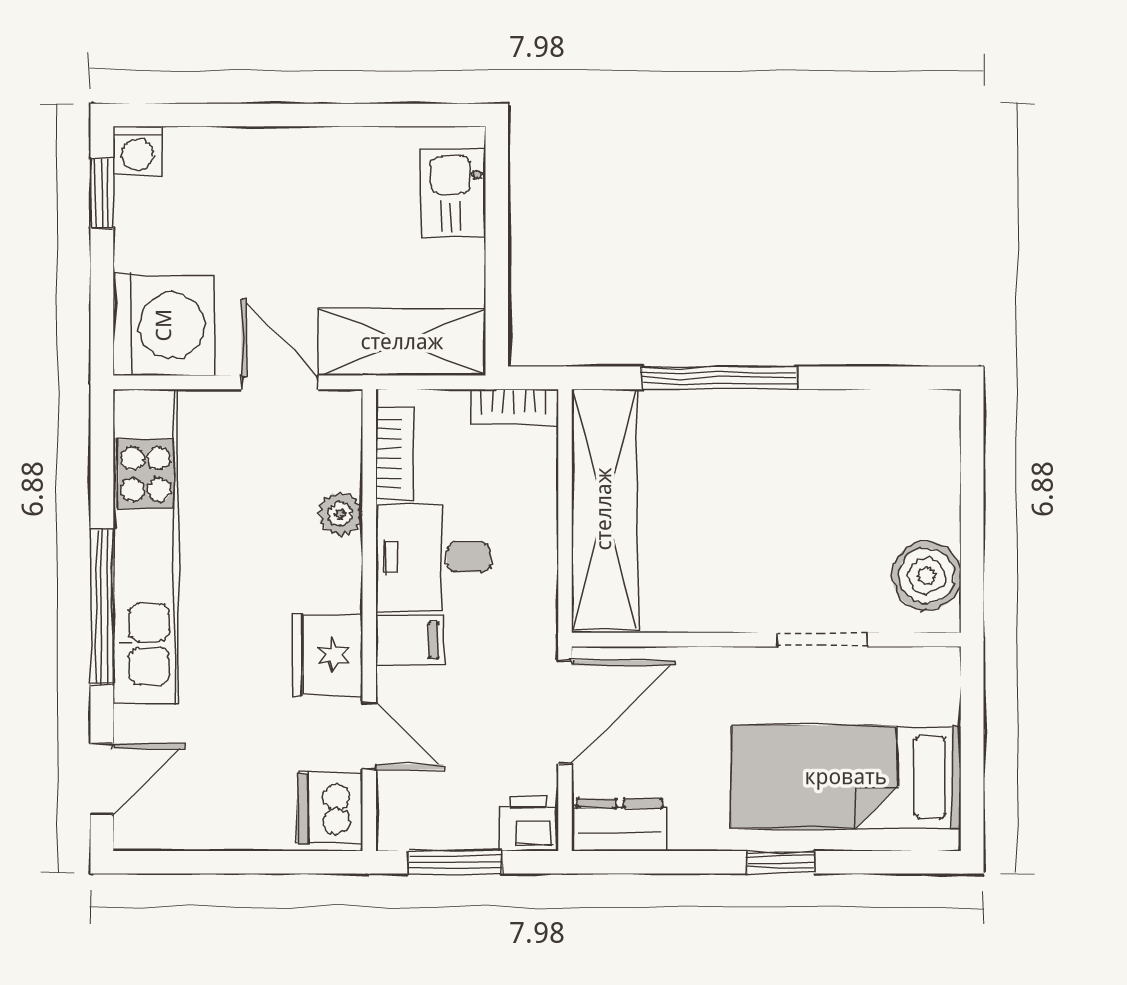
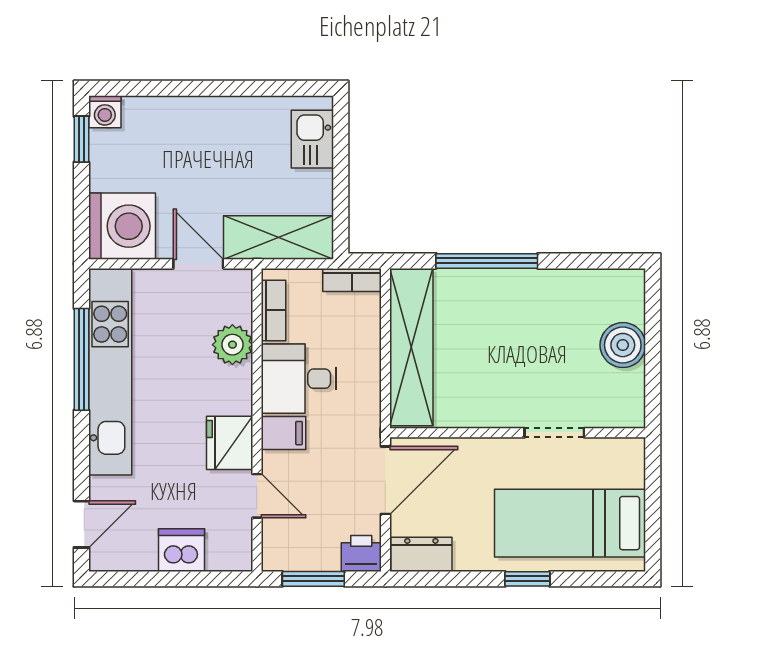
plant: (340, 514) -> (232, 345), width x1.38, depth x1.38
boiler: (927, 576) -> (623, 345), moved
window: (102, 607) -> (81, 359), moved
dishwasher: (330, 809) -> (181, 550), moved, turned 90

